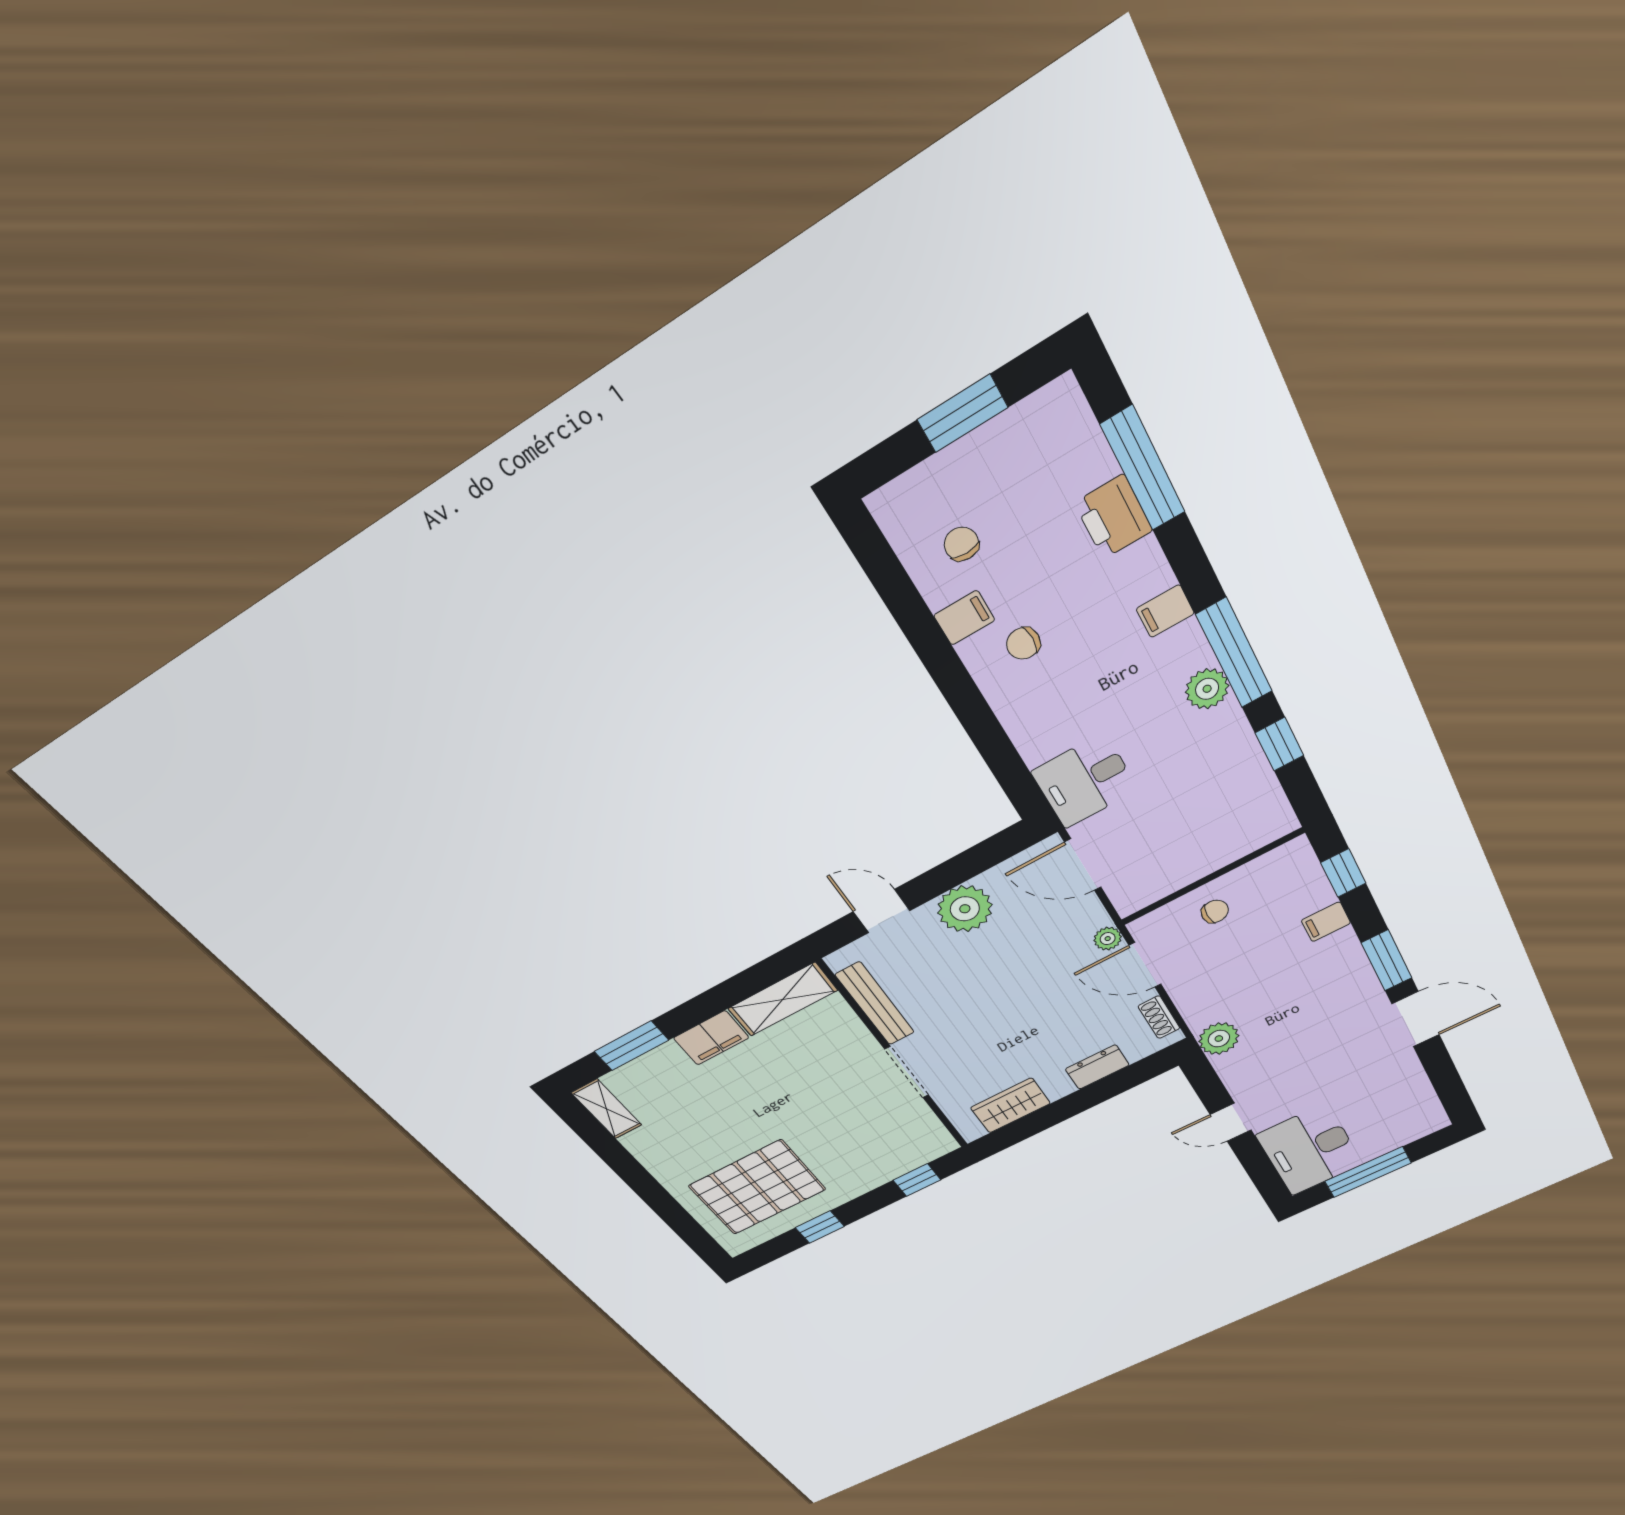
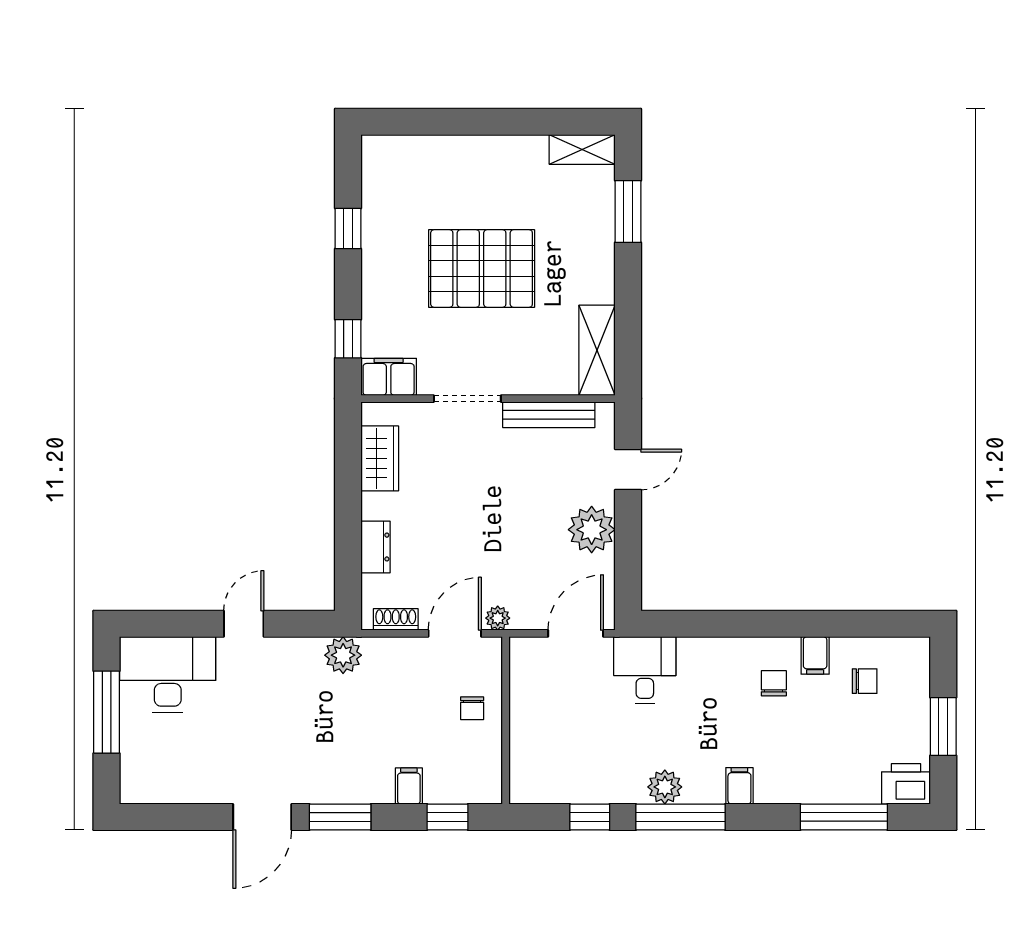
printer: (1113, 517) -> (906, 784), moved
filing cabinet: (711, 1038) -> (389, 377), moved, turned 90
pallet: (757, 1188) -> (482, 269), moved, turned 90

